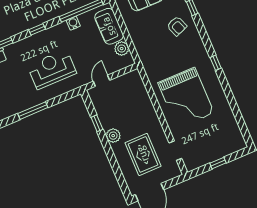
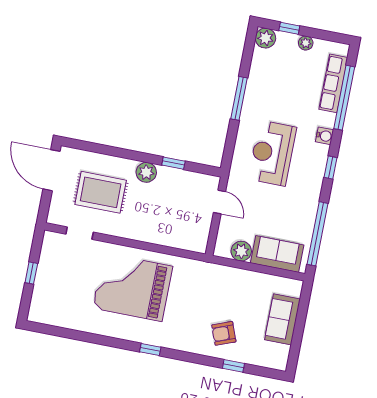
water cooler: (73, 23) -> (325, 136), moved
reception desk: (52, 69) -> (272, 153), turned 180

